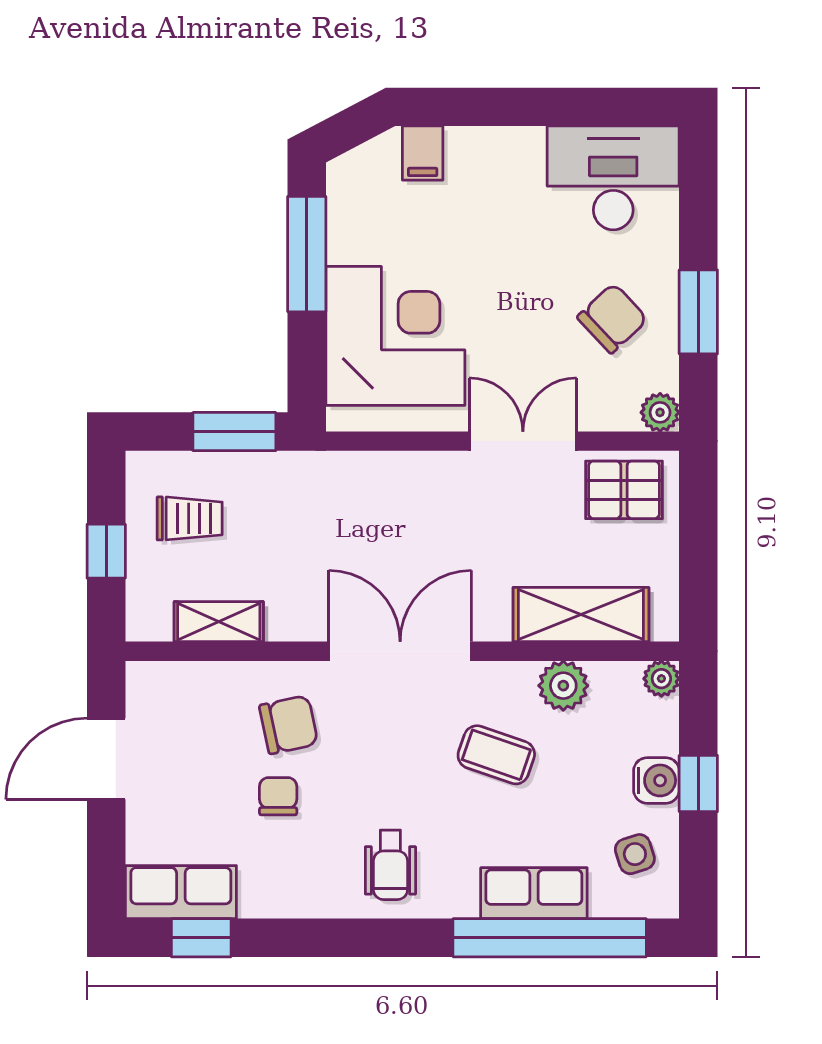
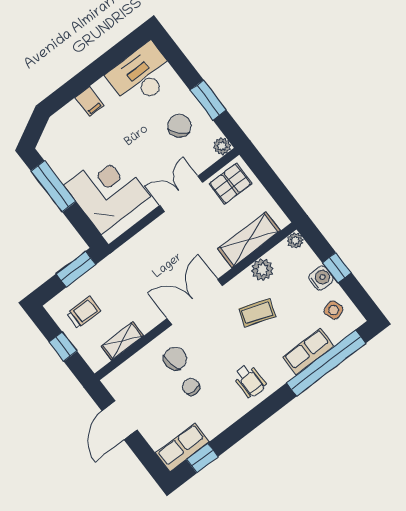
filing cabinet: (423, 153) -> (89, 102), moved

